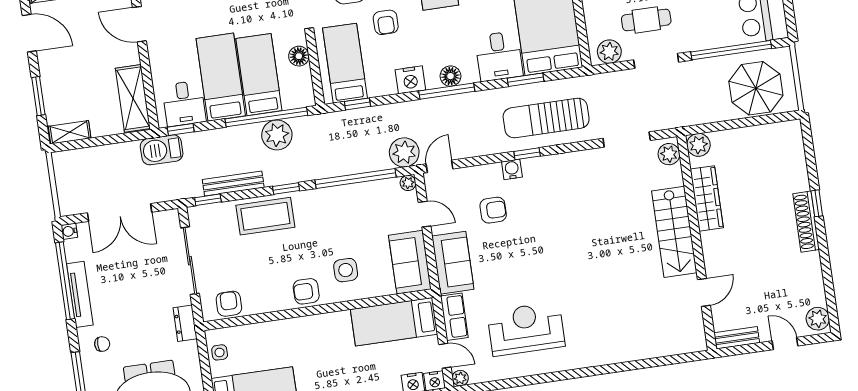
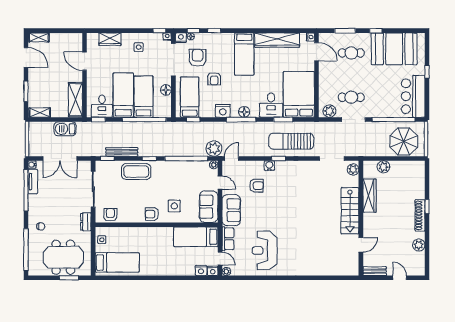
plant: (277, 135) -> (148, 130), removed
plant: (698, 145) -> (383, 167), moved
barbecue: (162, 150) -> (65, 129), moved
tv unit: (80, 294) -> (33, 182), moved, width x0.71
plant: (818, 319) -> (419, 245), moved
reception desk: (526, 329) -> (265, 251), turned -90

